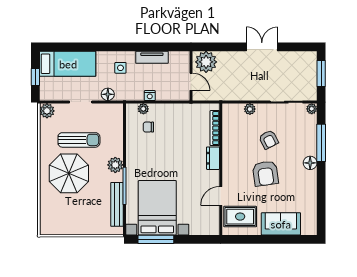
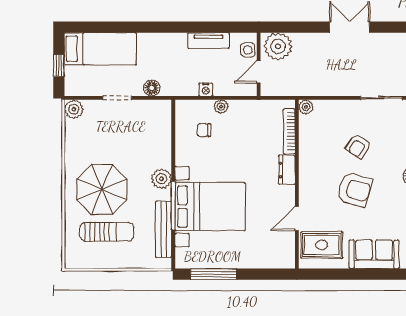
side table: (120, 68) -> (248, 50), moved
door: (191, 82) -> (259, 72), swing flipped
plant: (143, 109) -> (221, 107), moved
plant: (250, 109) -> (306, 107), moved
sun lounger: (79, 140) -> (107, 232), moved
armchair: (269, 140) -> (358, 146), turned 60
armchair: (265, 173) -> (354, 190), turned -67
bed with nightstands: (157, 208) -> (210, 207), moved, turned 90

